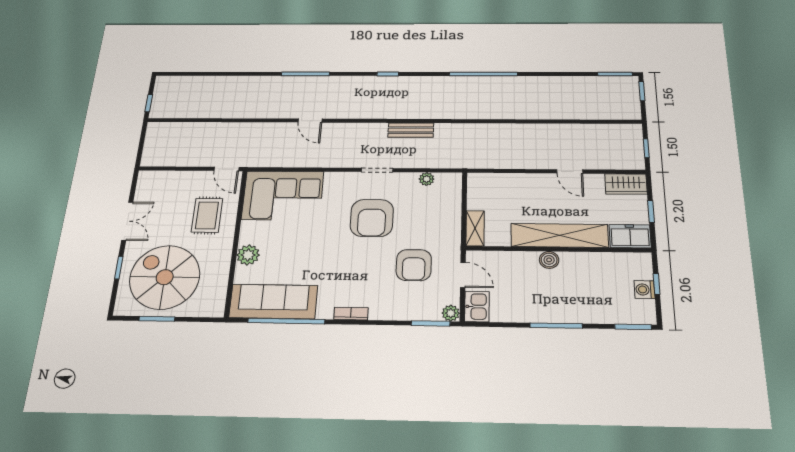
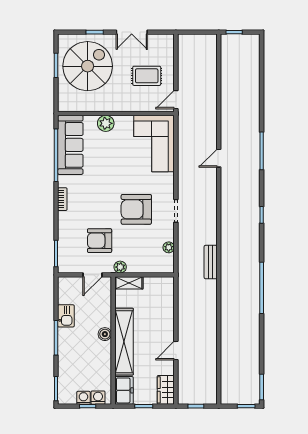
bench: (411, 130) -> (211, 262), moved
rug: (207, 215) -> (147, 76), moved
washing machine: (643, 270) -> (98, 398), added
kitchen sink: (477, 307) -> (66, 316), moved, turned -90
plant: (451, 313) -> (120, 267), moved

